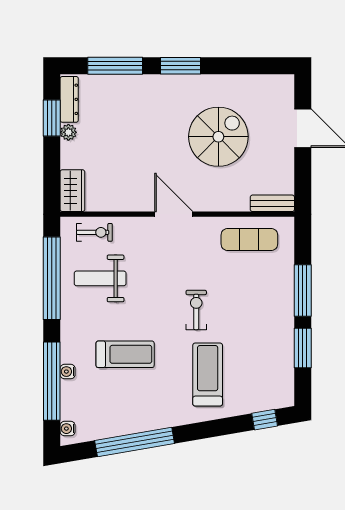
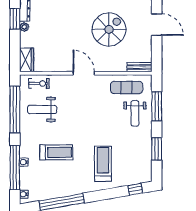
weight bench: (264, 285) -> (135, 113), added
window: (303, 290) -> (157, 106), moved
exercise bike: (196, 310) -> (96, 127), removed

